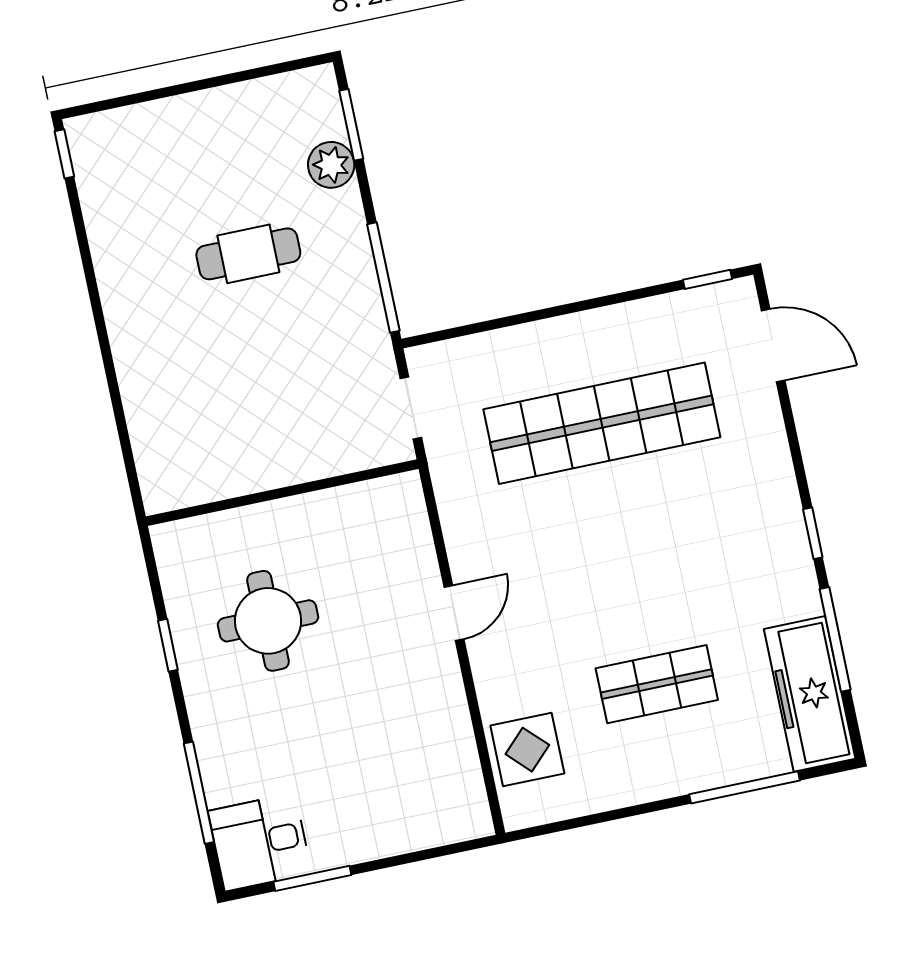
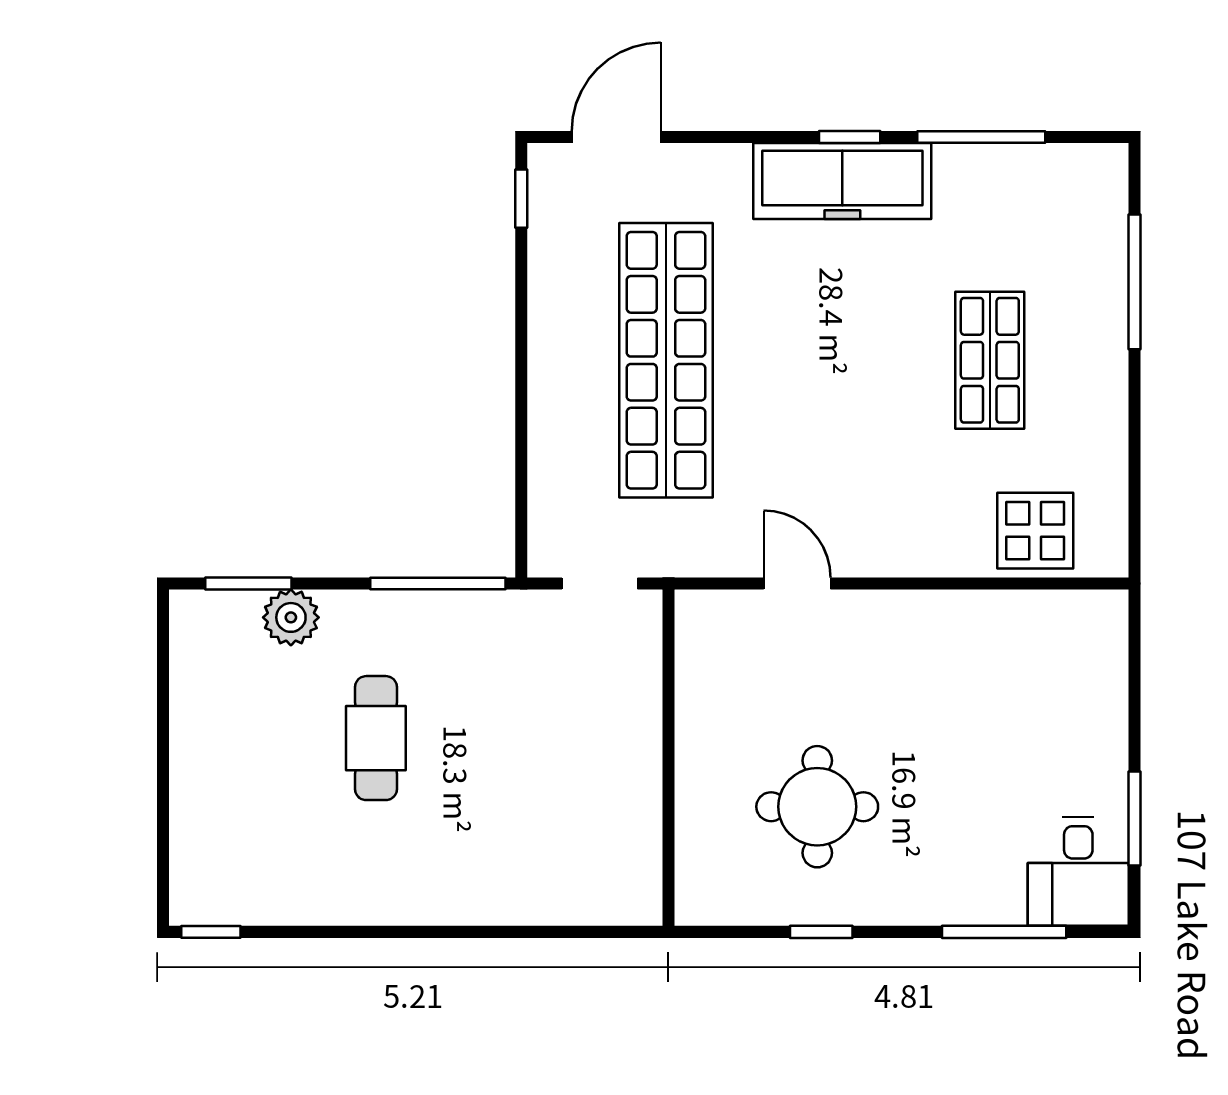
door: (454, 613) -> (797, 584), moved
freezer: (810, 694) -> (842, 181), moved

